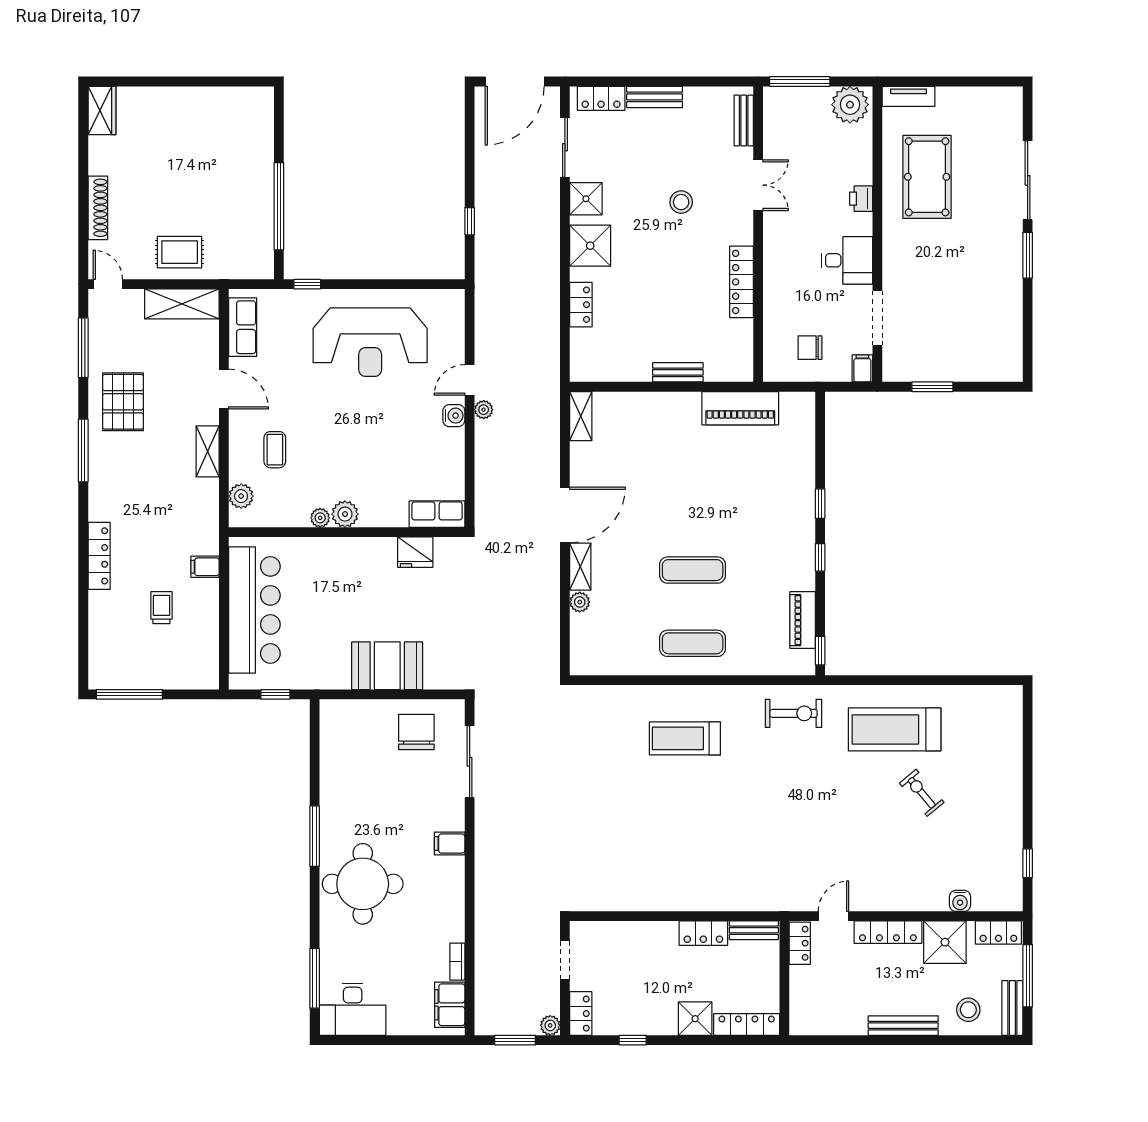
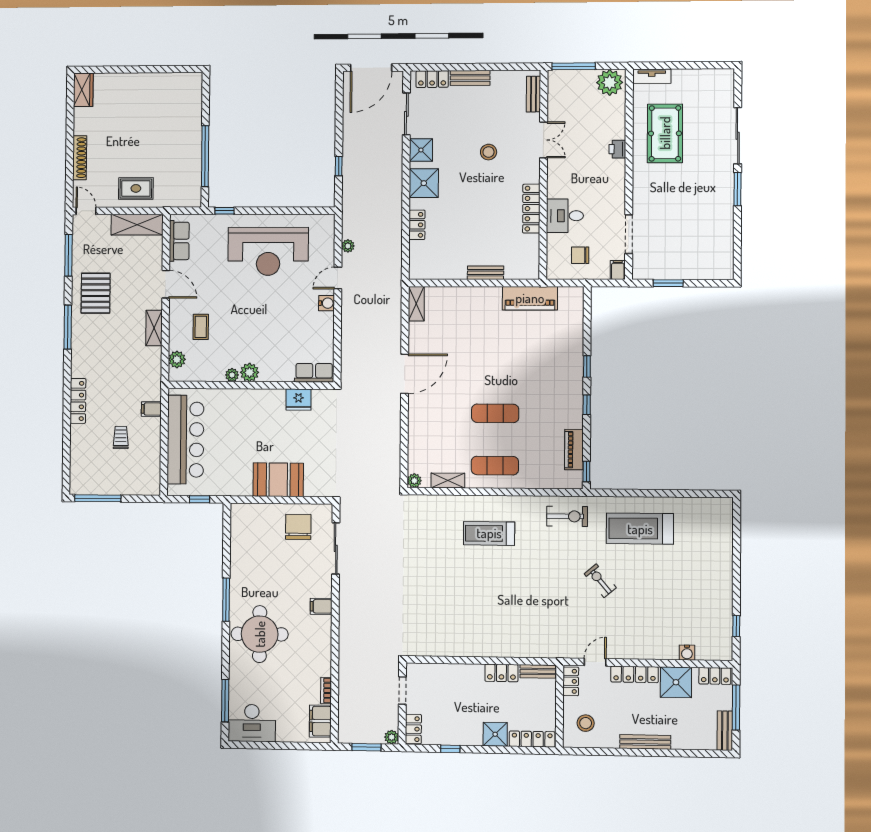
desk: (847, 260) -> (565, 216), moved, turned 180
plant: (484, 410) -> (348, 246), moved
shelving: (580, 567) -> (448, 480), moved, turned 90
plant: (580, 602) -> (414, 481), moved
exercise bike: (922, 793) -> (600, 581), moved
stool: (968, 1010) -> (586, 723), moved

